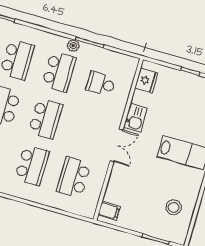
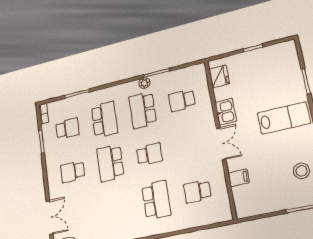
school desk: (59, 72) -> (143, 110), turned 180
school desk: (45, 118) -> (149, 154), width x0.54
school desk: (74, 177) -> (197, 191), width x0.54
filing cabinet: (109, 211) -> (239, 178), moved

